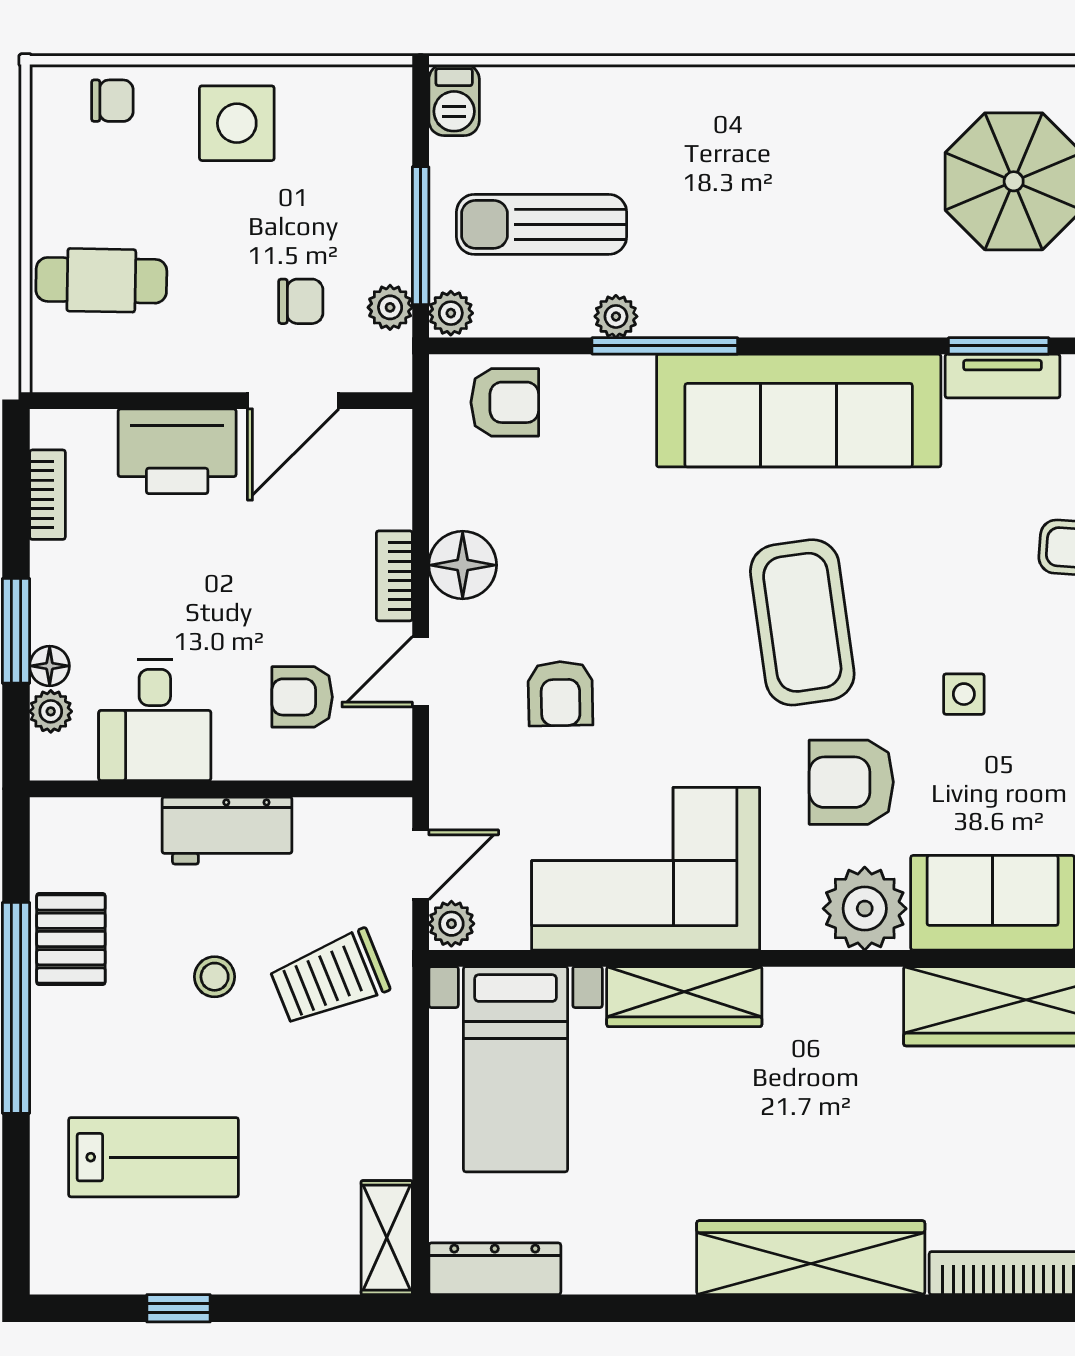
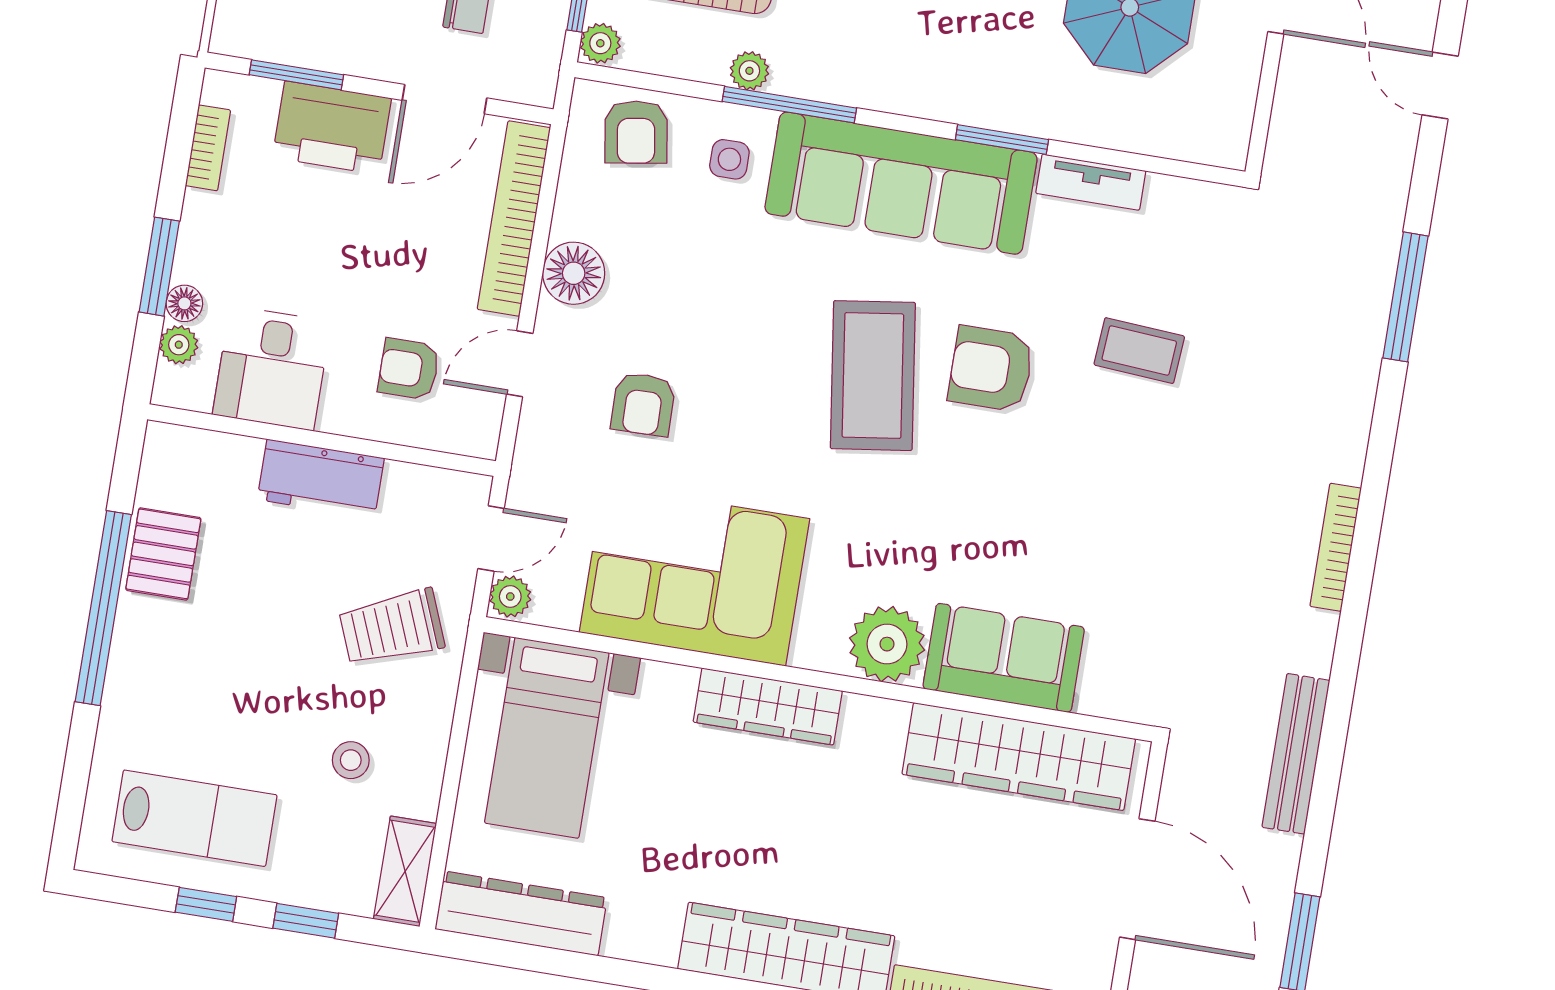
plant: (390, 307) -> (546, 29), removed
window: (999, 346) -> (1002, 140), moved
window: (130, 401) -> (296, 75), added
armchair: (505, 402) -> (636, 132), turned 81
bookcase: (394, 576) -> (514, 218), width x2.31, depth x1.31
side table: (964, 694) -> (729, 159), moved
armchair: (851, 782) -> (991, 369), moved
stool: (215, 977) -> (351, 760), moved
wardrobe: (684, 997) -> (768, 706), moved
lab bench: (154, 1157) -> (194, 818), moved
dresser: (495, 1269) -> (521, 913), width x1.37, depth x1.24
window: (289, 1308) -> (306, 921), added

